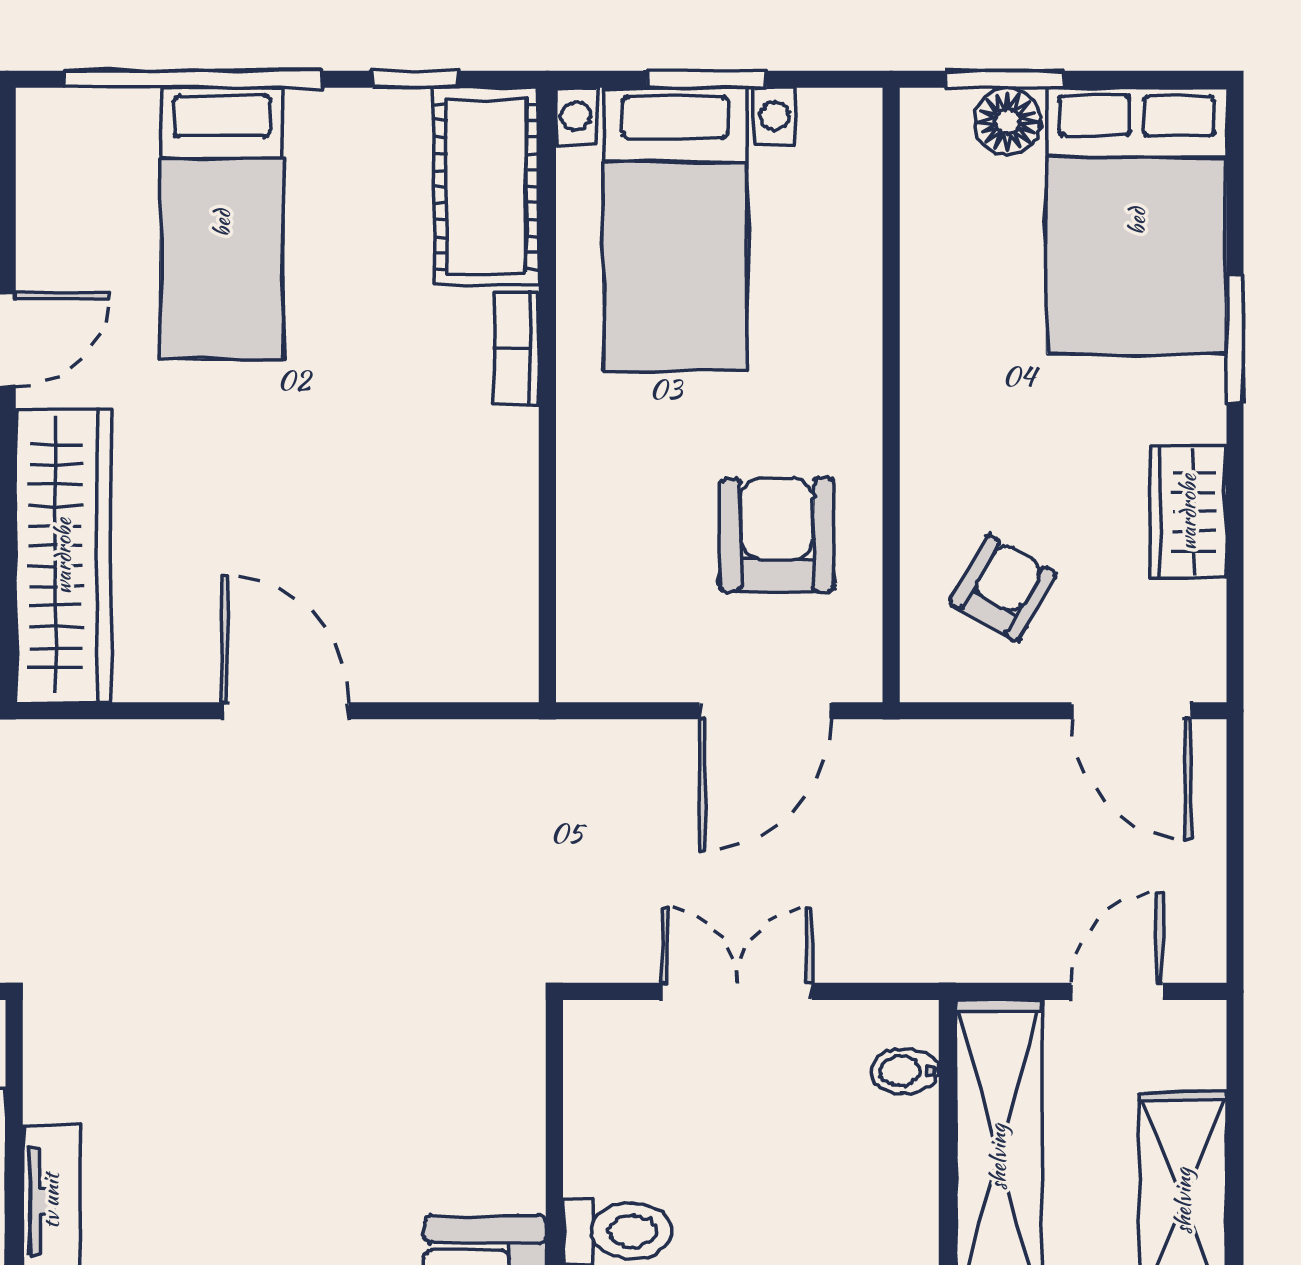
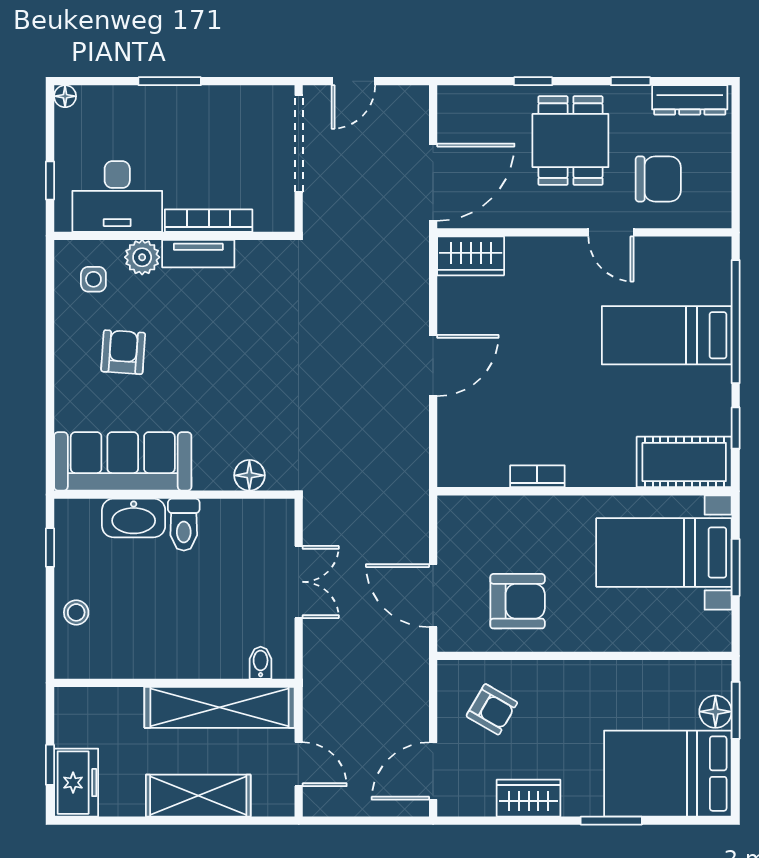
bookcase: (516, 348) -> (537, 476), moved
wardrobe: (63, 556) -> (471, 256), width x0.48, depth x0.85
floor lamp: (514, 1094) -> (249, 475), added

